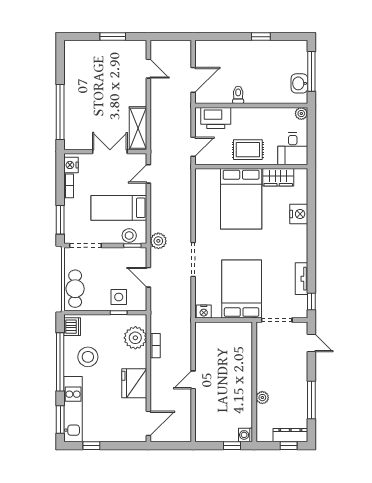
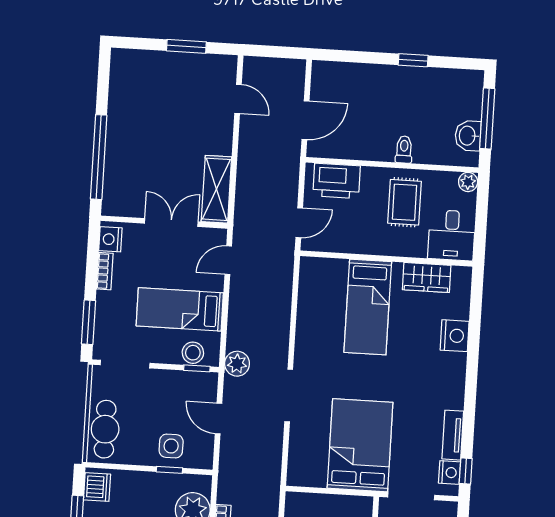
toilet: (238, 95) -> (404, 149), moved
rug: (248, 150) -> (405, 202), moved, turned 90
bed: (241, 199) -> (368, 307), width x0.67
nightstand: (204, 311) -> (450, 472), moved, turned -90

